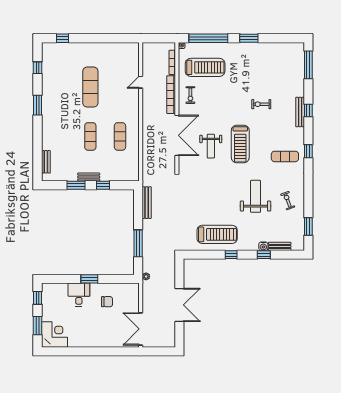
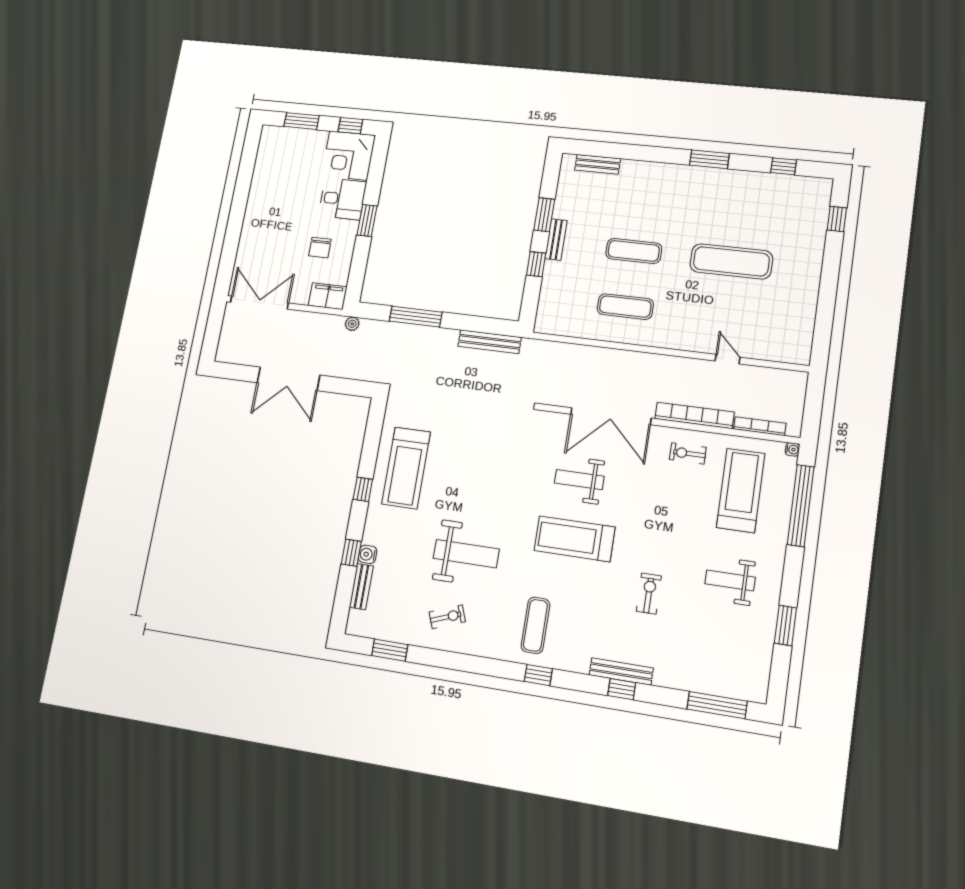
window: (249, 38) -> (785, 625), moved
treadmill: (205, 67) -> (741, 490), turned 180
weight bench: (249, 67) -> (730, 580), added
filing cabinet: (133, 292) -> (328, 296), added
corner desk: (54, 334) -> (348, 156), moved, turned 90

